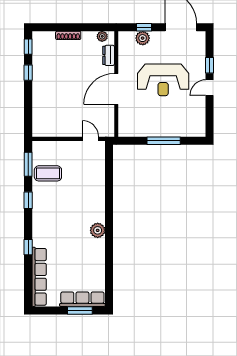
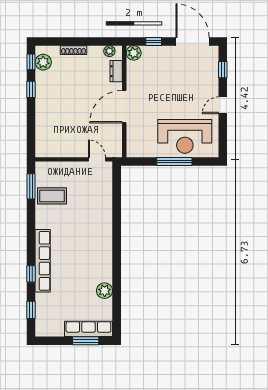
plant: (143, 38) -> (134, 53), moved
plant: (40, 47) -> (43, 62), added
window: (210, 65) -> (223, 70), moved
reception desk: (163, 80) -> (185, 136), moved
window: (28, 200) -> (31, 310), moved
plant: (98, 230) -> (105, 291), moved
row of seats: (39, 277) -> (43, 261), moved

